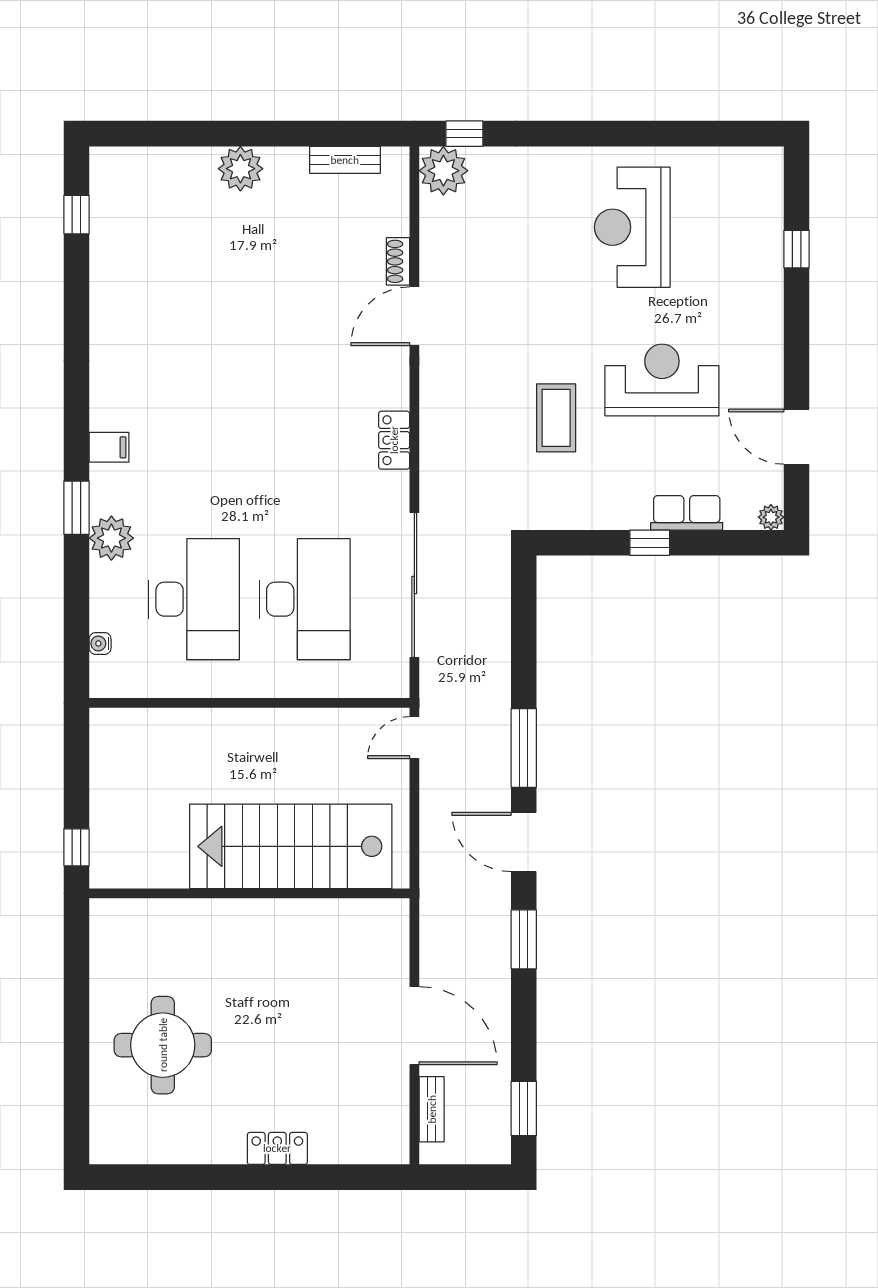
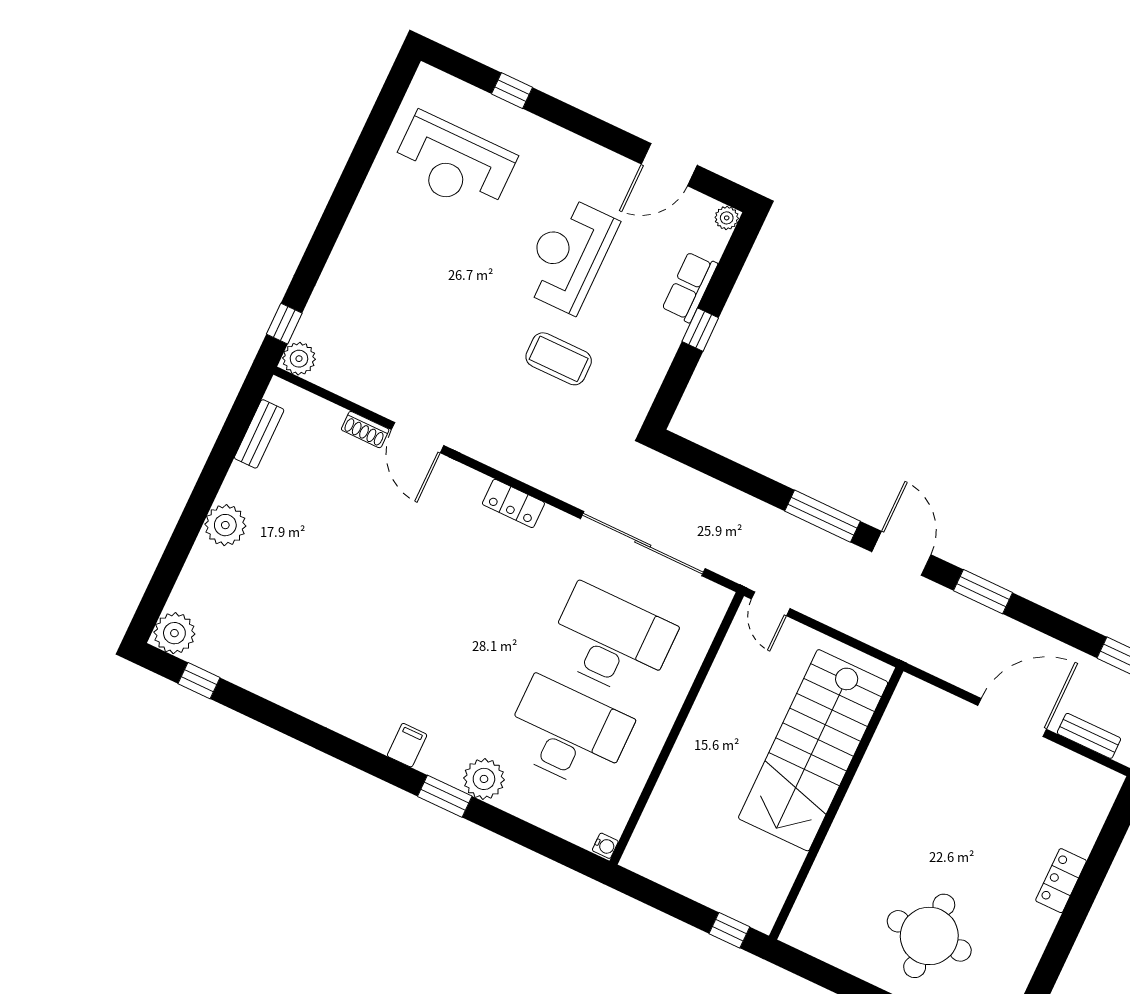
plant: (112, 169) -> (174, 633), added
plant: (443, 171) -> (299, 359), width x0.73, depth x0.73
reception desk: (632, 227) -> (453, 164), moved
water cooler: (100, 643) -> (605, 846), moved, turned -90
door: (524, 842) -> (901, 553), swing flipped

